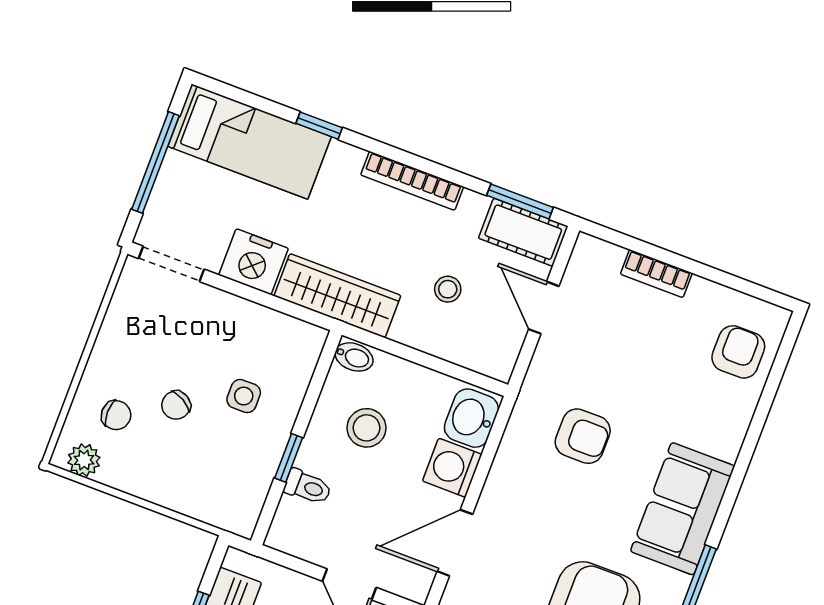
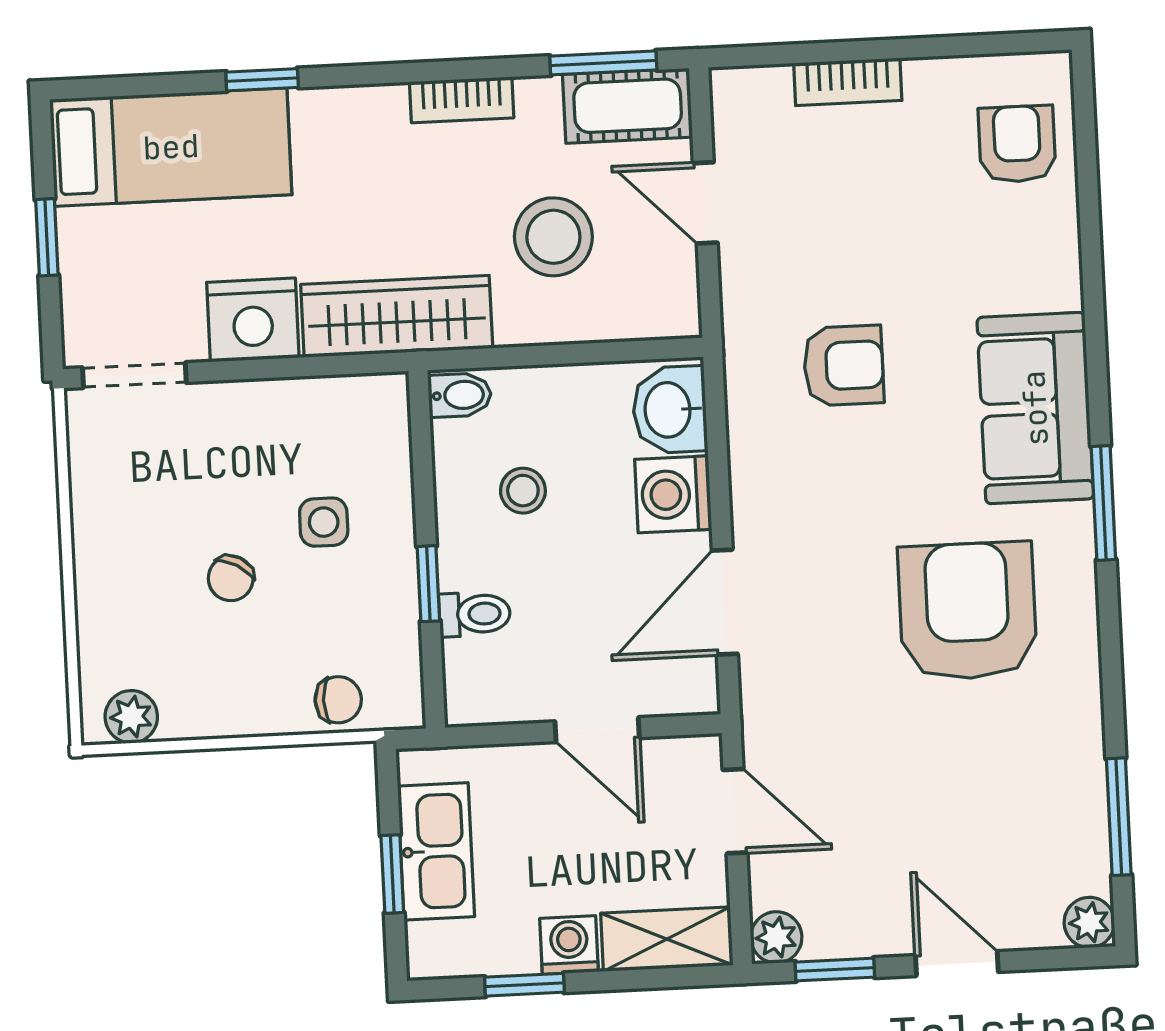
window: (155, 162) -> (47, 237), width x0.46
bookcase: (412, 181) -> (462, 100), width x0.64
stool: (448, 289) -> (553, 237), width x1.89, depth x1.89
chair: (116, 415) -> (338, 700), moved
stool: (367, 428) -> (523, 491), width x0.73, depth x0.73

